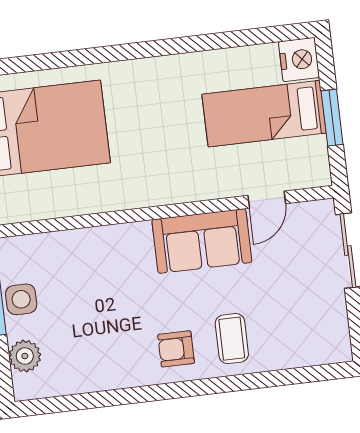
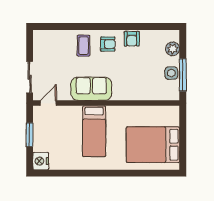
bed: (264, 114) -> (94, 131), moved, turned 90
door: (267, 200) -> (48, 103), moved
armchair: (122, 368) -> (132, 39), added

